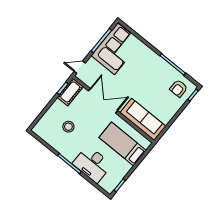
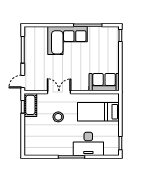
corner sofa: (116, 49) -> (68, 41), moved, turned 90
armchair: (179, 88) -> (106, 39), removed
double door: (103, 101) -> (59, 92), width x0.73
sofa: (143, 119) -> (104, 82), width x0.73
stool: (68, 127) -> (58, 117), moved

